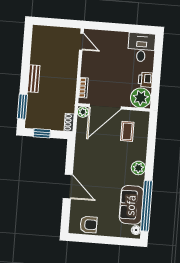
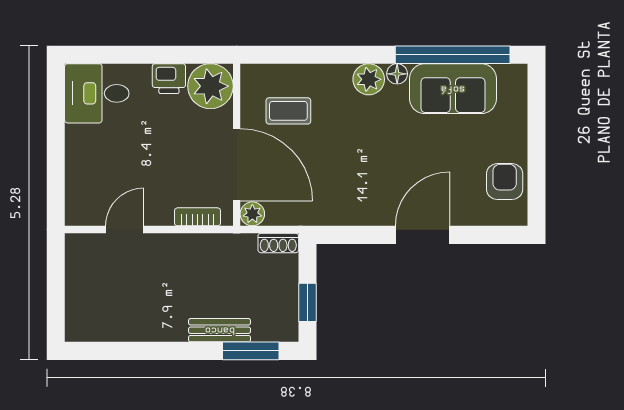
door: (81, 42) -> (125, 230), moved
bench: (34, 79) -> (220, 330), moved
floor lamp: (136, 230) -> (397, 74), moved

